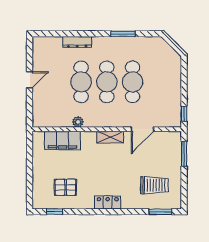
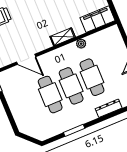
door: (142, 129) -> (26, 59), swing flipped
shelving: (110, 137) -> (63, 37), moved
filing cabinet: (62, 140) -> (98, 19), moved

